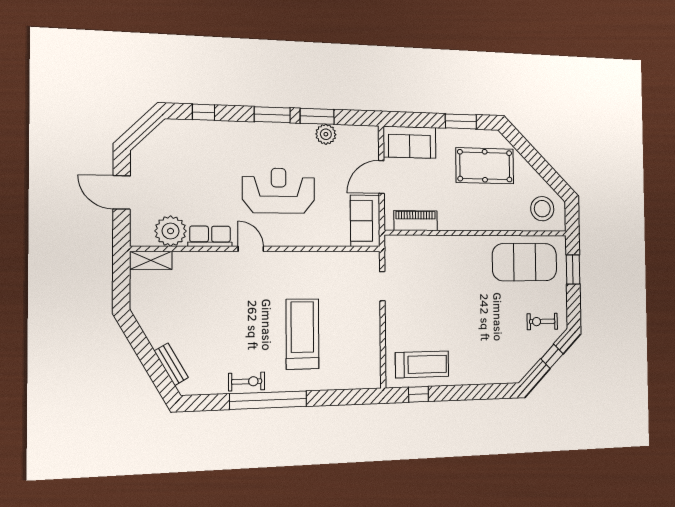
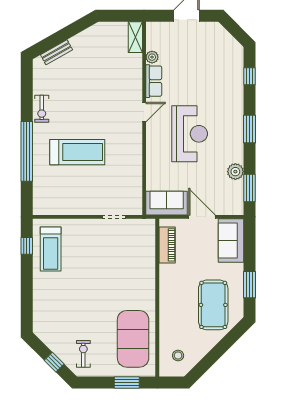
window: (317, 116) -> (250, 188), moved
stool: (542, 209) -> (178, 355), width x0.53, depth x0.53
plant: (171, 231) -> (152, 57), width x0.53, depth x0.53
window: (268, 400) -> (27, 151), moved

